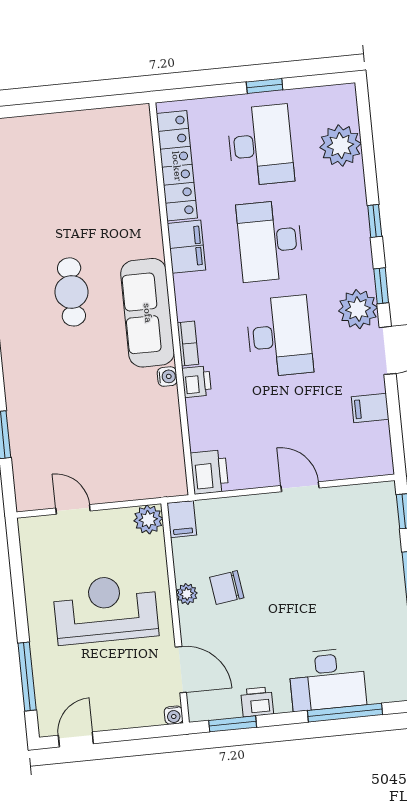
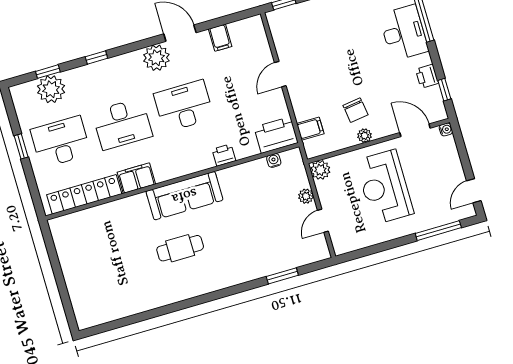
window: (381, 286) -> (48, 72), moved
bookcase: (188, 343) -> (200, 165), removed
water cooler: (167, 377) -> (274, 160), moved
printer: (209, 472) -> (276, 135), width x1.37, depth x1.19
plant: (114, 491) -> (306, 196), added
filing cabinet: (182, 519) -> (310, 129), moved
door: (181, 670) -> (415, 130), hinge flipped
window: (233, 724) -> (444, 90), width x0.67
door: (76, 739) -> (474, 191), hinge flipped

